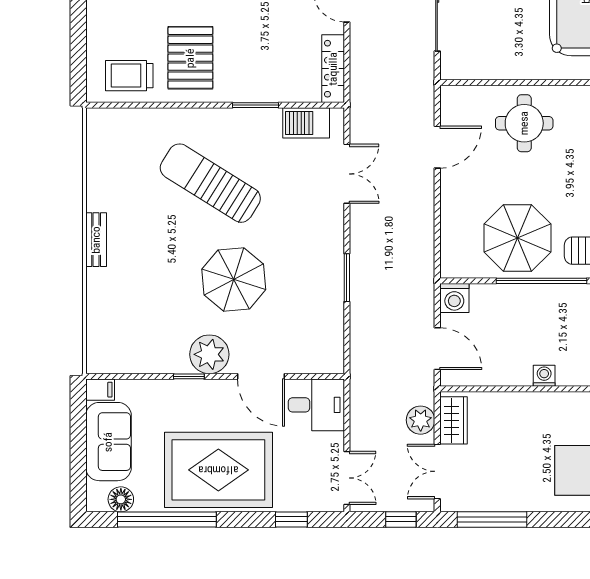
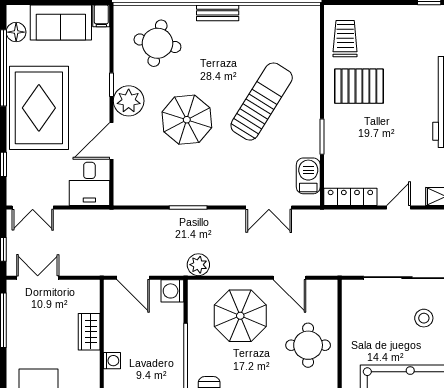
parasol: (517, 238) -> (240, 316), moved
round table: (135, 317) -> (157, 43), added
door: (437, 349) -> (133, 278), hinge flipped
plant: (421, 420) -> (198, 265), moved
wardrobe: (453, 420) -> (89, 332), moved, turned 90

